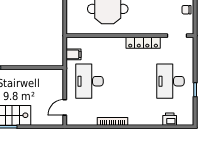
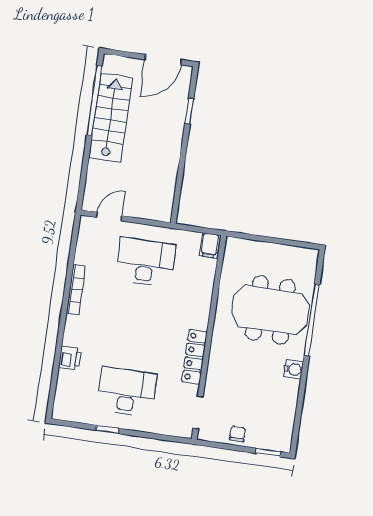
filing cabinet: (74, 54) -> (210, 245), moved
door: (65, 107) -> (109, 217), hinge flipped
printer: (170, 119) -> (70, 358), moved

